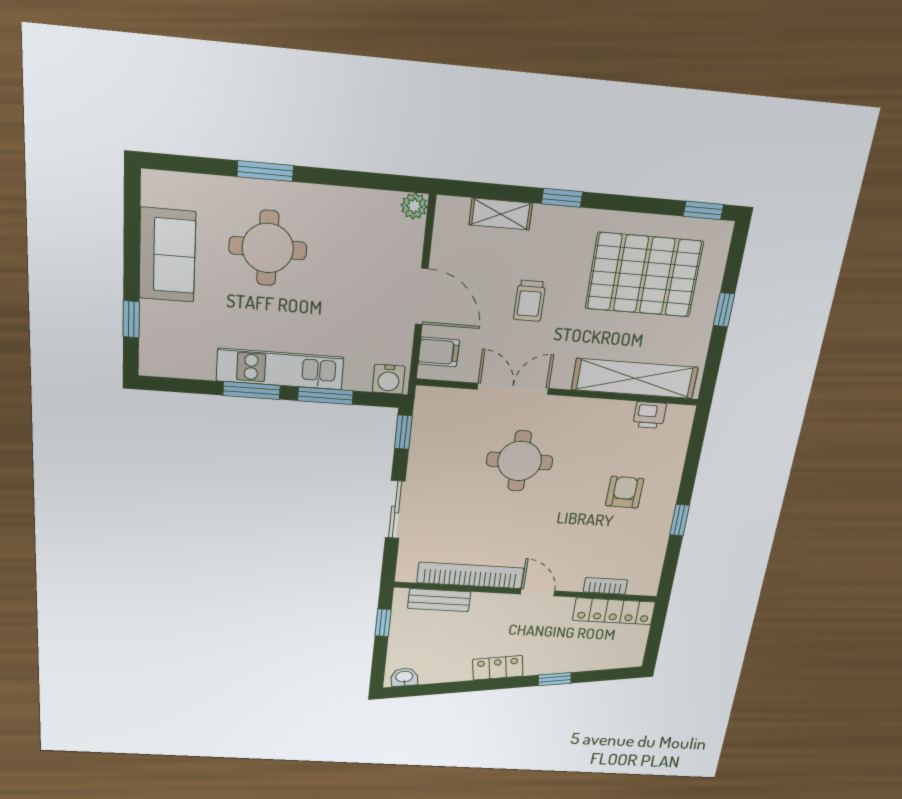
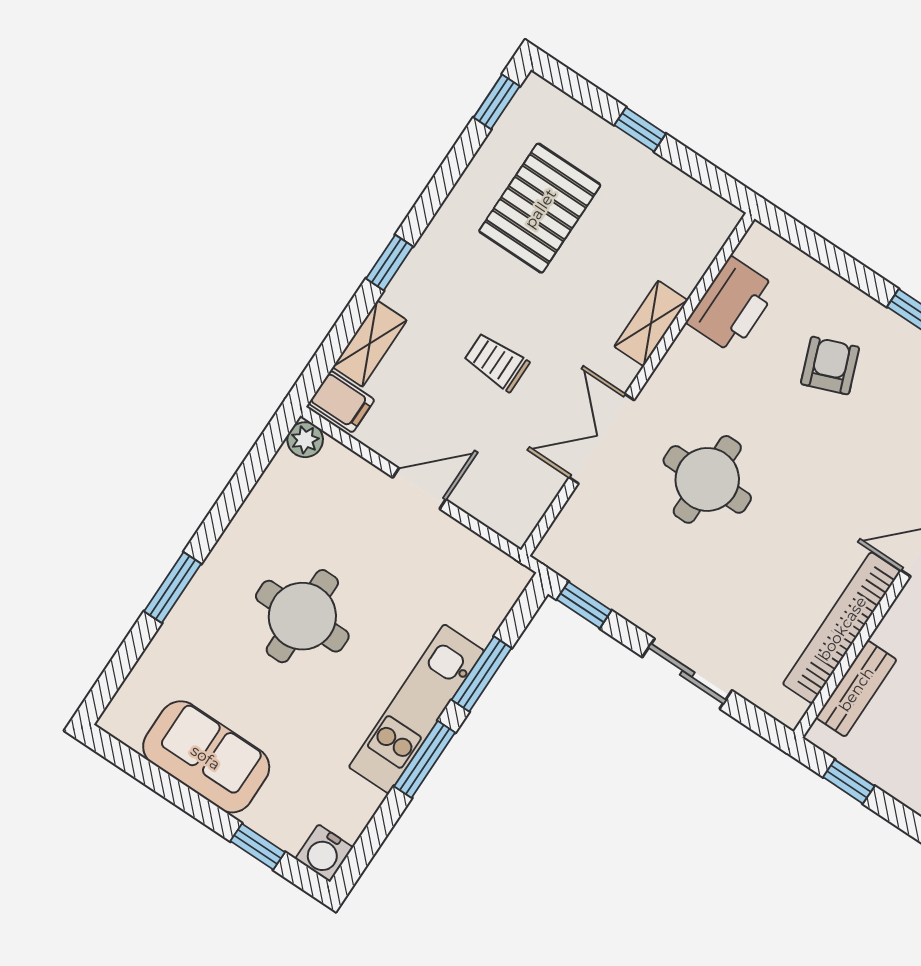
round table: (268, 248) -> (302, 616), moved
pallet: (644, 275) -> (540, 208), width x0.73, depth x0.71
door: (422, 296) -> (419, 489), width x0.73
trolley: (530, 301) -> (496, 362), turned 180
filing cabinet: (439, 352) -> (342, 402), moved, turned 90
shelving: (635, 378) -> (651, 323), width x0.45, depth x0.75
water cooler: (389, 379) -> (324, 853), moved, turned 90
printer: (650, 415) -> (732, 305), width x1.87, depth x1.48
armchair: (625, 492) -> (830, 366), turned 68

